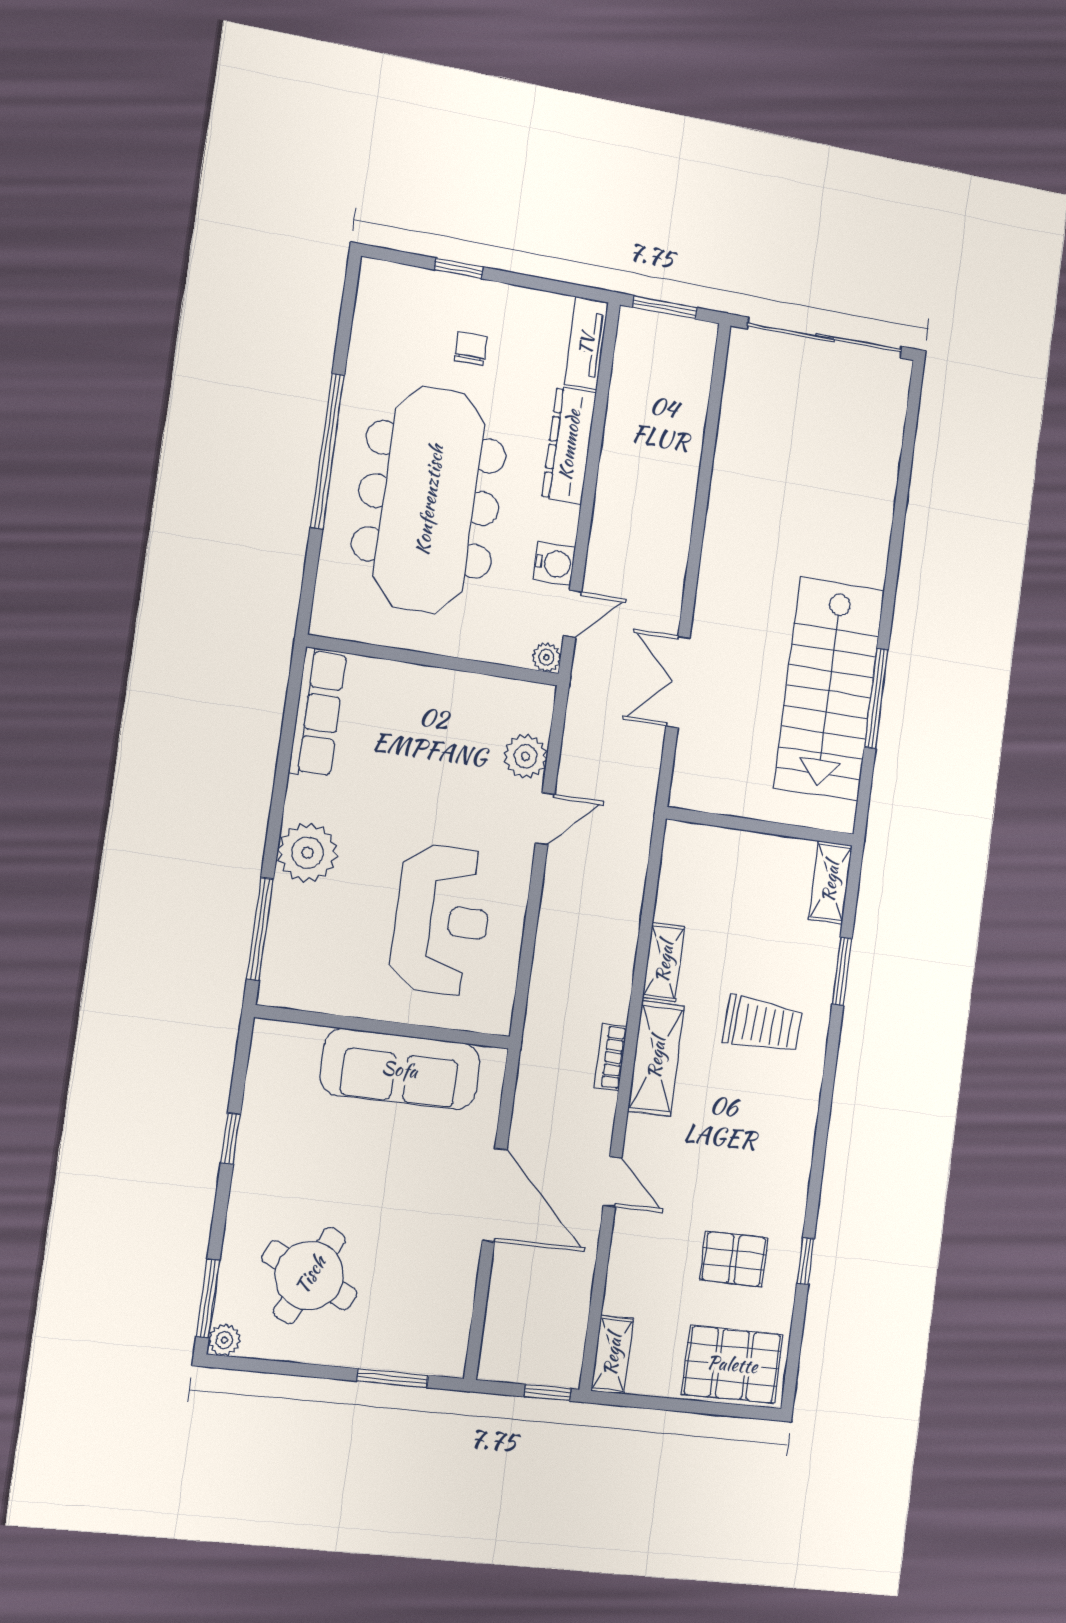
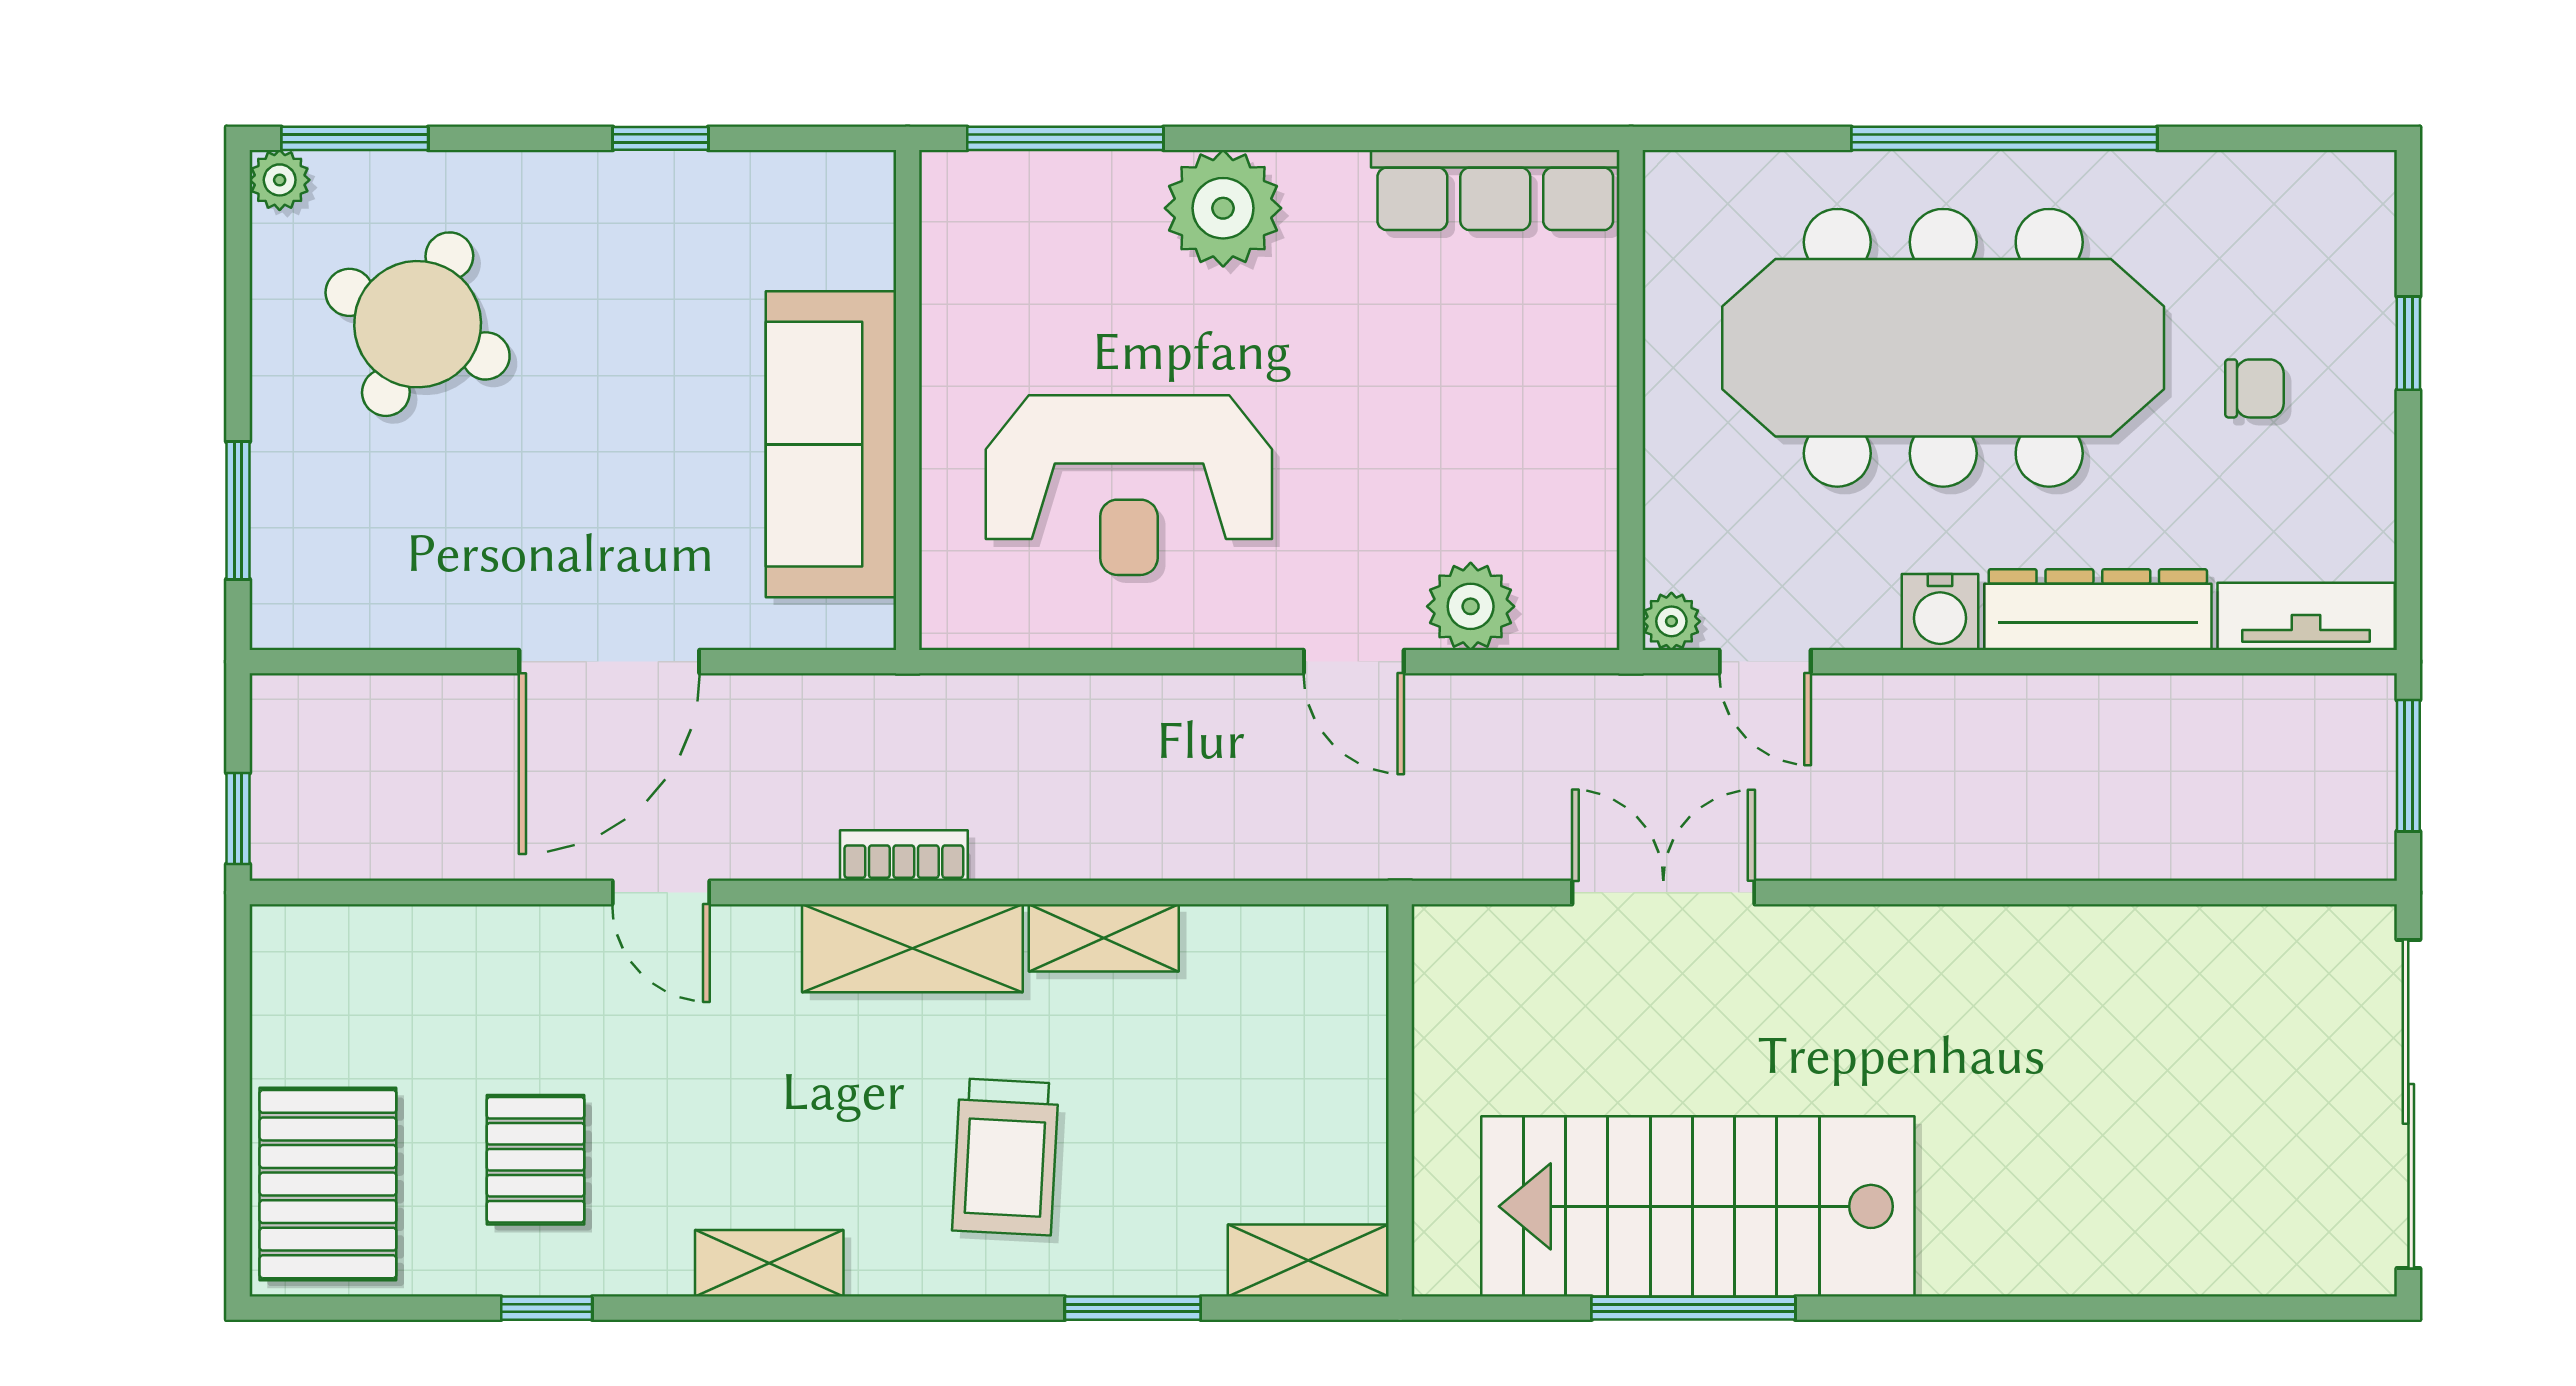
water cooler: (554, 564) -> (1940, 612), moved
door: (612, 1182) -> (661, 893), hinge flipped
shelving: (612, 1355) -> (769, 1263), moved

